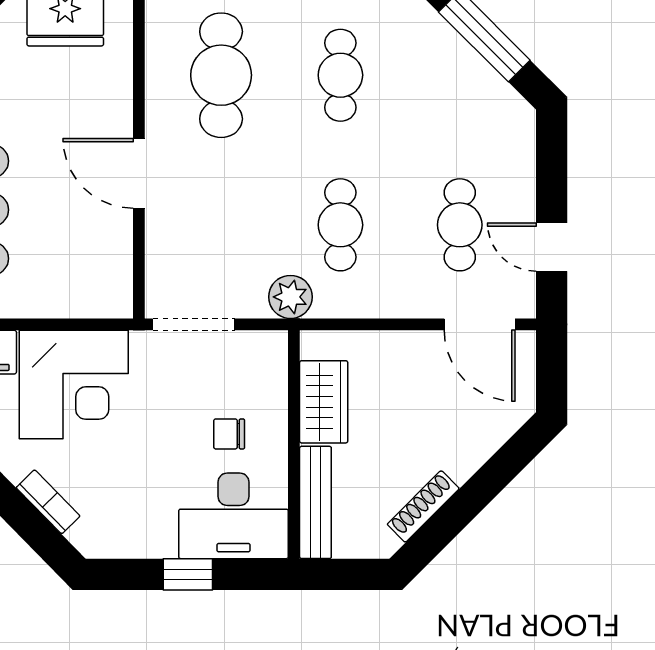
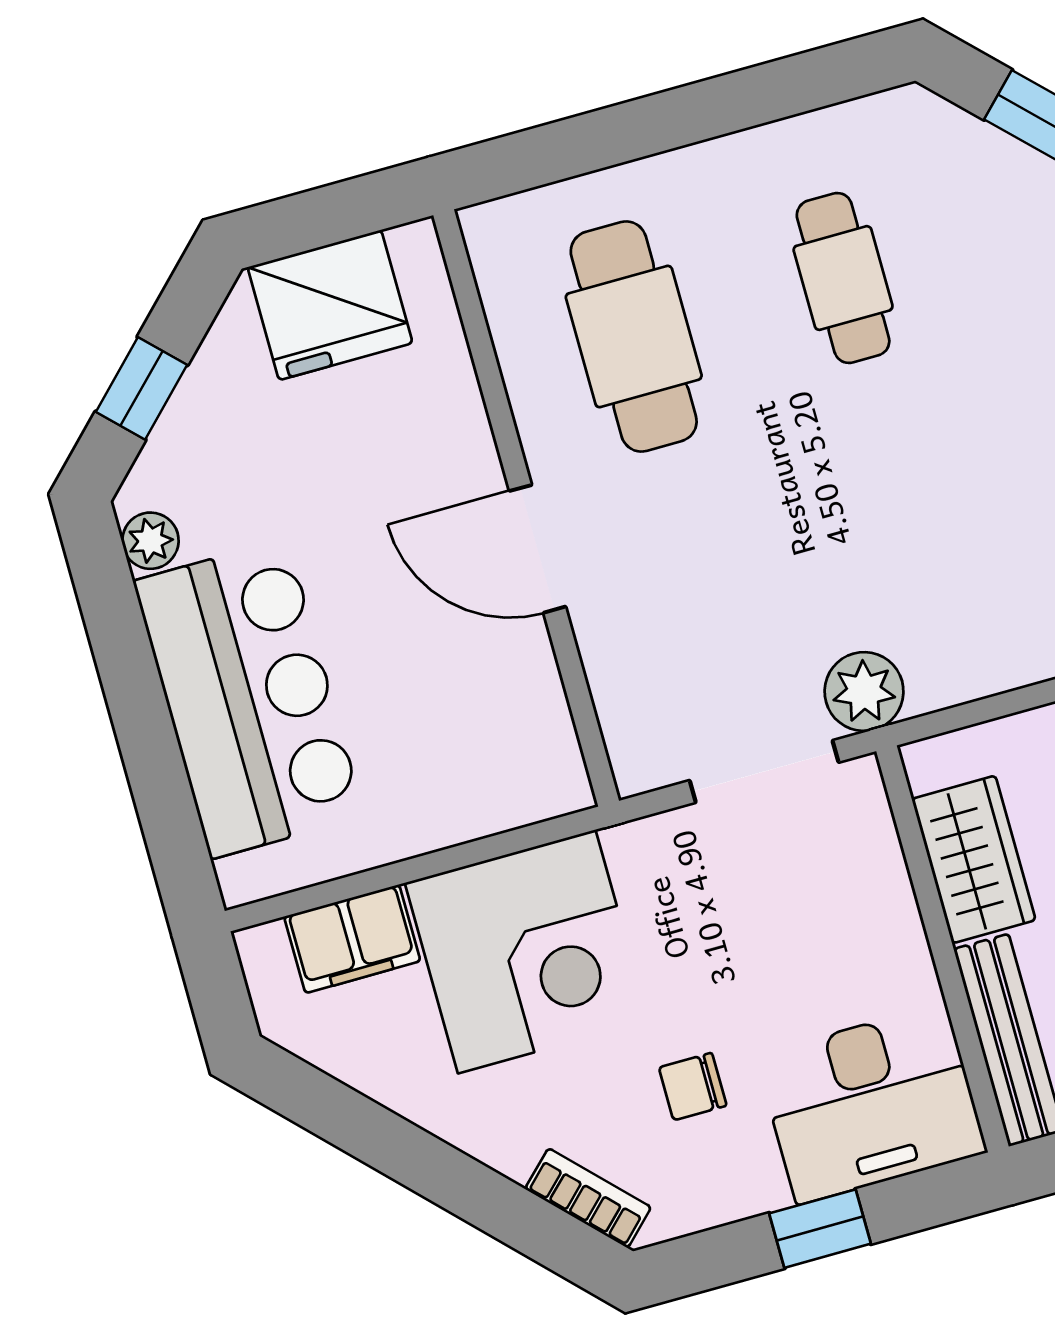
cafe table: (340, 225) -> (916, 541), removed
doorway: (194, 324) -> (764, 771), moved
chair: (229, 434) -> (693, 1087), moved
bookcase: (48, 502) -> (588, 1198), moved

